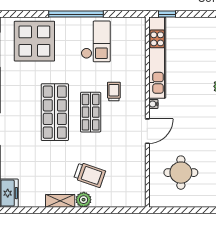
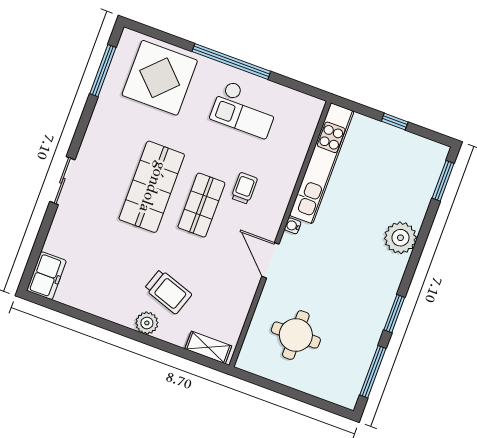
window: (167, 14) -> (395, 122), moved
checkout: (96, 41) -> (245, 109), turned 90
door: (147, 131) -> (270, 260), swing flipped
shelving: (60, 201) -> (208, 347), moved

